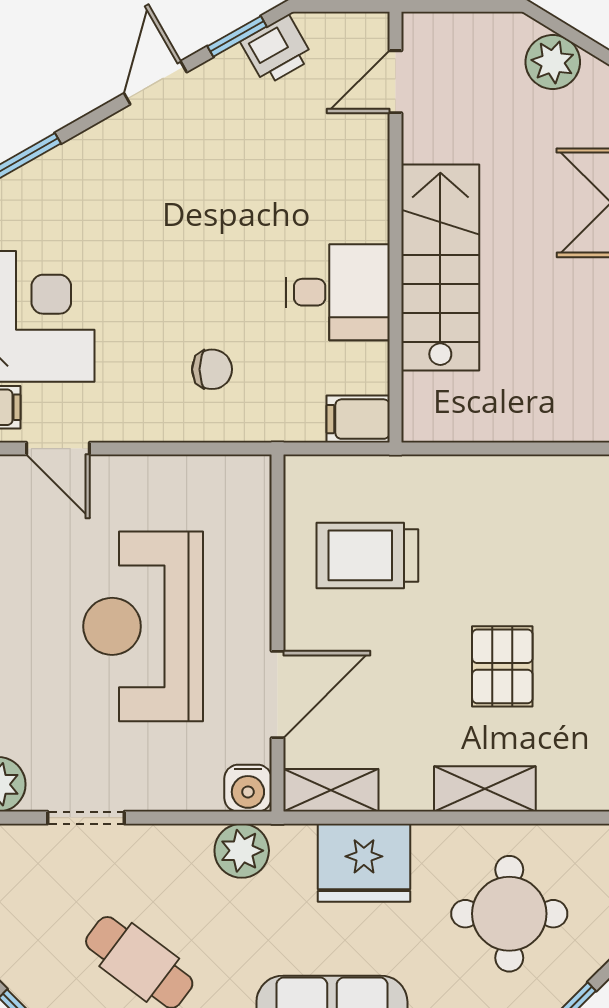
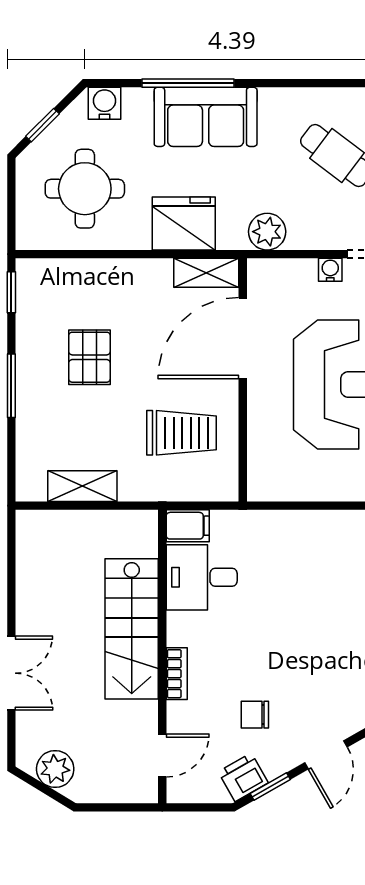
bookcase: (374, 202) -> (177, 674), added
desk: (338, 292) -> (202, 577), moved
chair: (212, 369) -> (255, 715), moved
door: (277, 695) -> (243, 338), width x1.36
water cooler: (248, 788) -> (330, 270), moved, width x0.72, depth x0.72
shelving: (485, 789) -> (82, 486), moved

